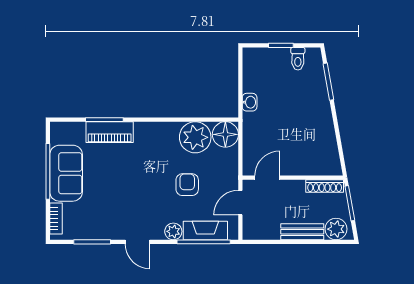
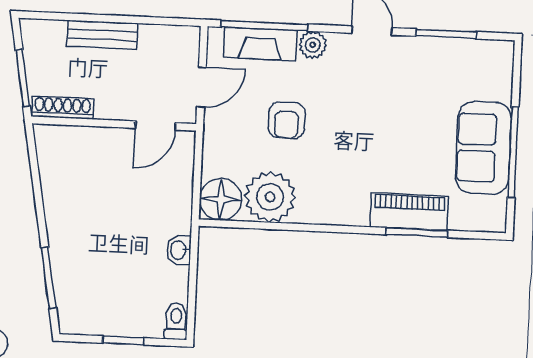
toilet: (298, 59) -> (176, 321), moved
bookcase: (56, 219) -> (503, 75), removed
plant: (336, 229) -> (47, 37), removed

